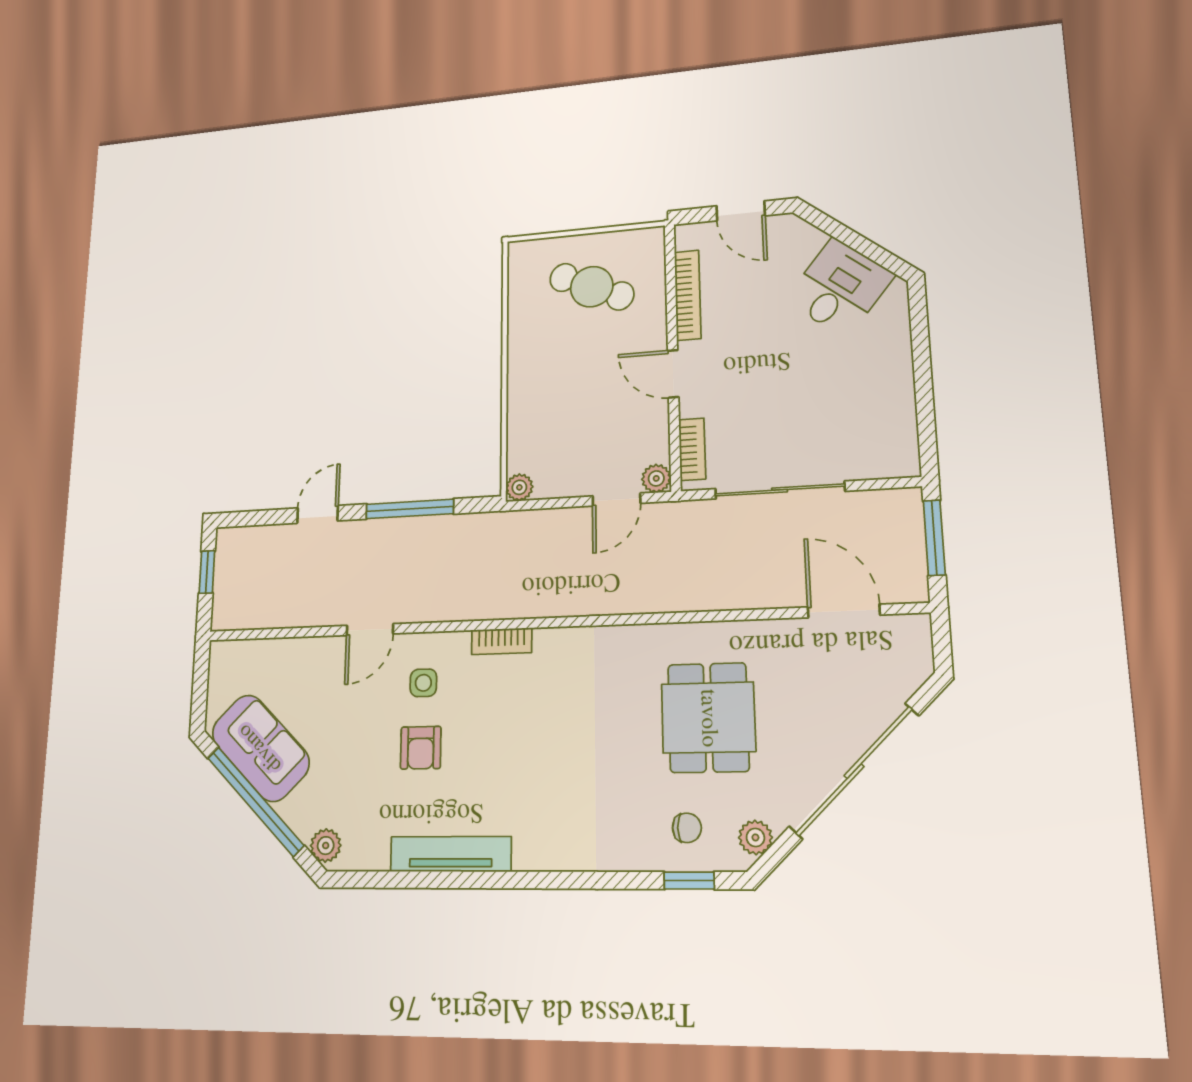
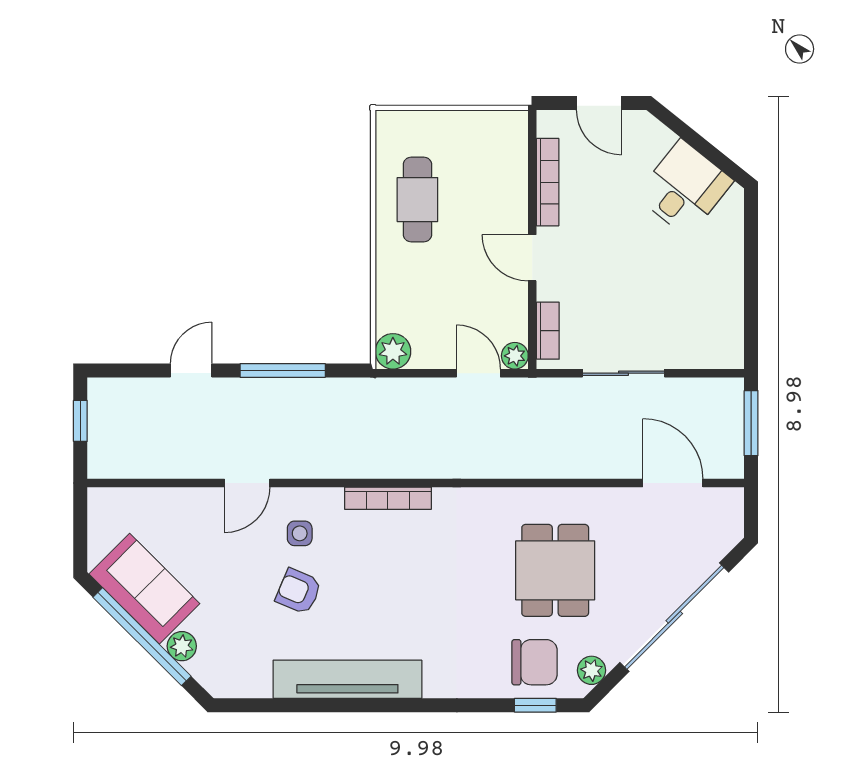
cafe table: (592, 287) -> (417, 200), moved, turned 66
plant: (519, 487) -> (393, 351), width x1.38, depth x1.38
sliding door: (780, 490) -> (624, 373), width x0.73
door: (616, 500) -> (478, 373), swing flipped
bookcase: (502, 641) -> (388, 498), width x1.56
armchair: (421, 748) -> (298, 591), turned 113
chair: (687, 828) -> (535, 662), width x1.87, depth x1.87
plant: (326, 846) -> (182, 646), moved
tv unit: (451, 854) -> (347, 679), width x1.36, depth x1.29

